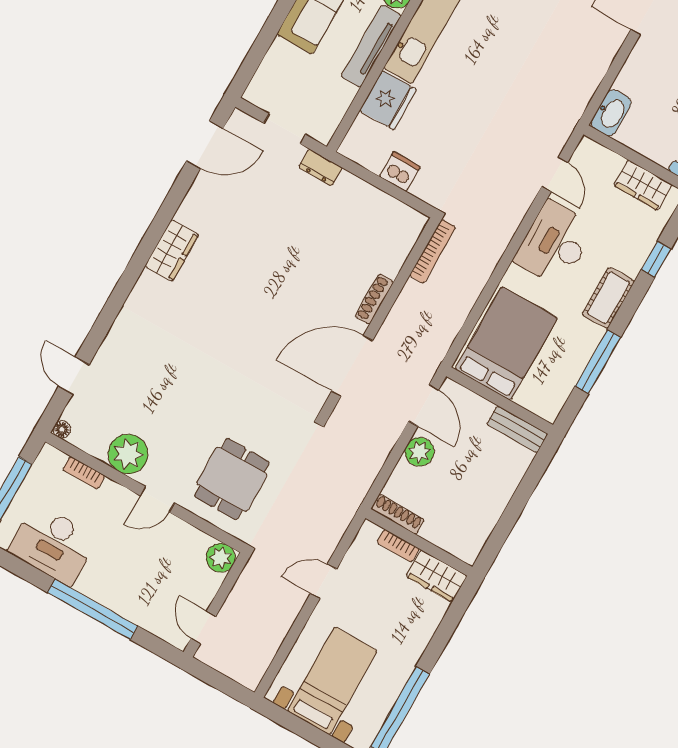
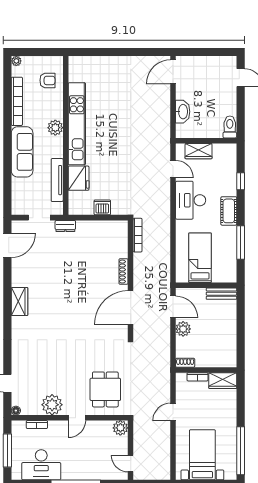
tv unit: (371, 46) -> (57, 180), moved
washbasin: (611, 113) -> (183, 112), moved
wardrobe: (643, 185) -> (199, 151), moved
bed: (506, 343) -> (200, 258), width x0.67
shoe rack: (398, 514) -> (185, 363), width x0.70

